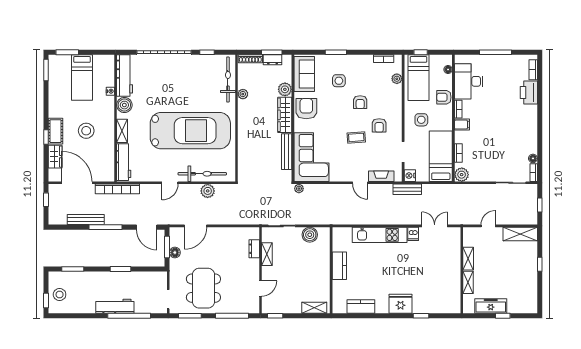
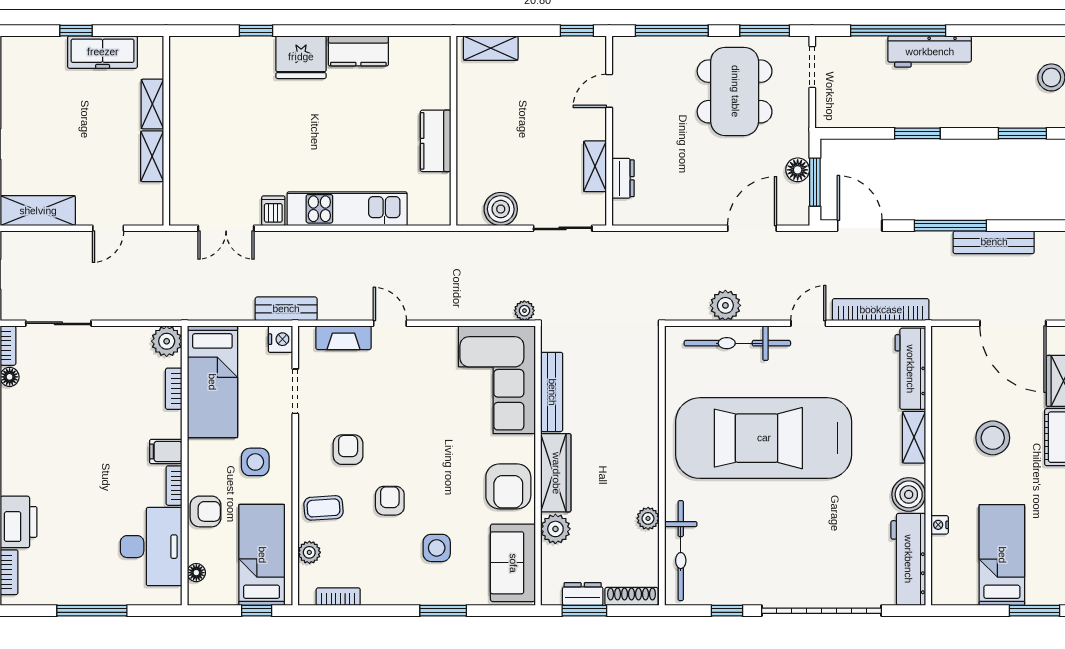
coffee table: (356, 137) -> (324, 508), moved
bookcase: (117, 189) -> (881, 310), moved
kitchen counter: (361, 307) -> (358, 51), moved

